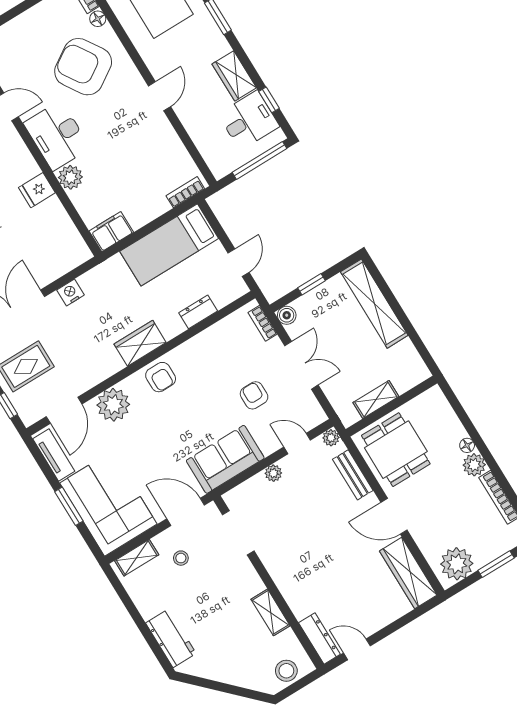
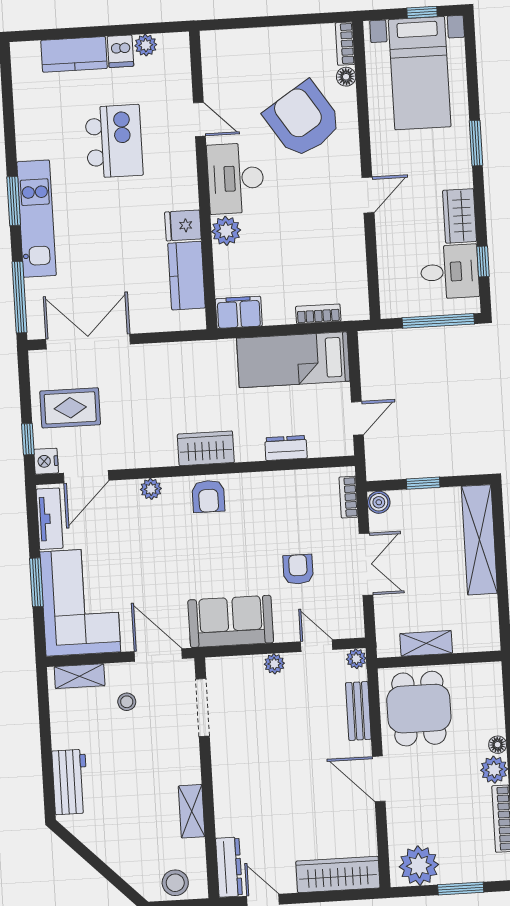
bookcase: (185, 192) -> (318, 314), moved
kitchen counter: (59, 225) -> (187, 276), added
nightstand: (70, 293) -> (46, 461), moved, turned -90
plant: (113, 405) -> (151, 489), width x0.53, depth x0.53
wardrobe: (408, 573) -> (338, 874), moved, turned 90

